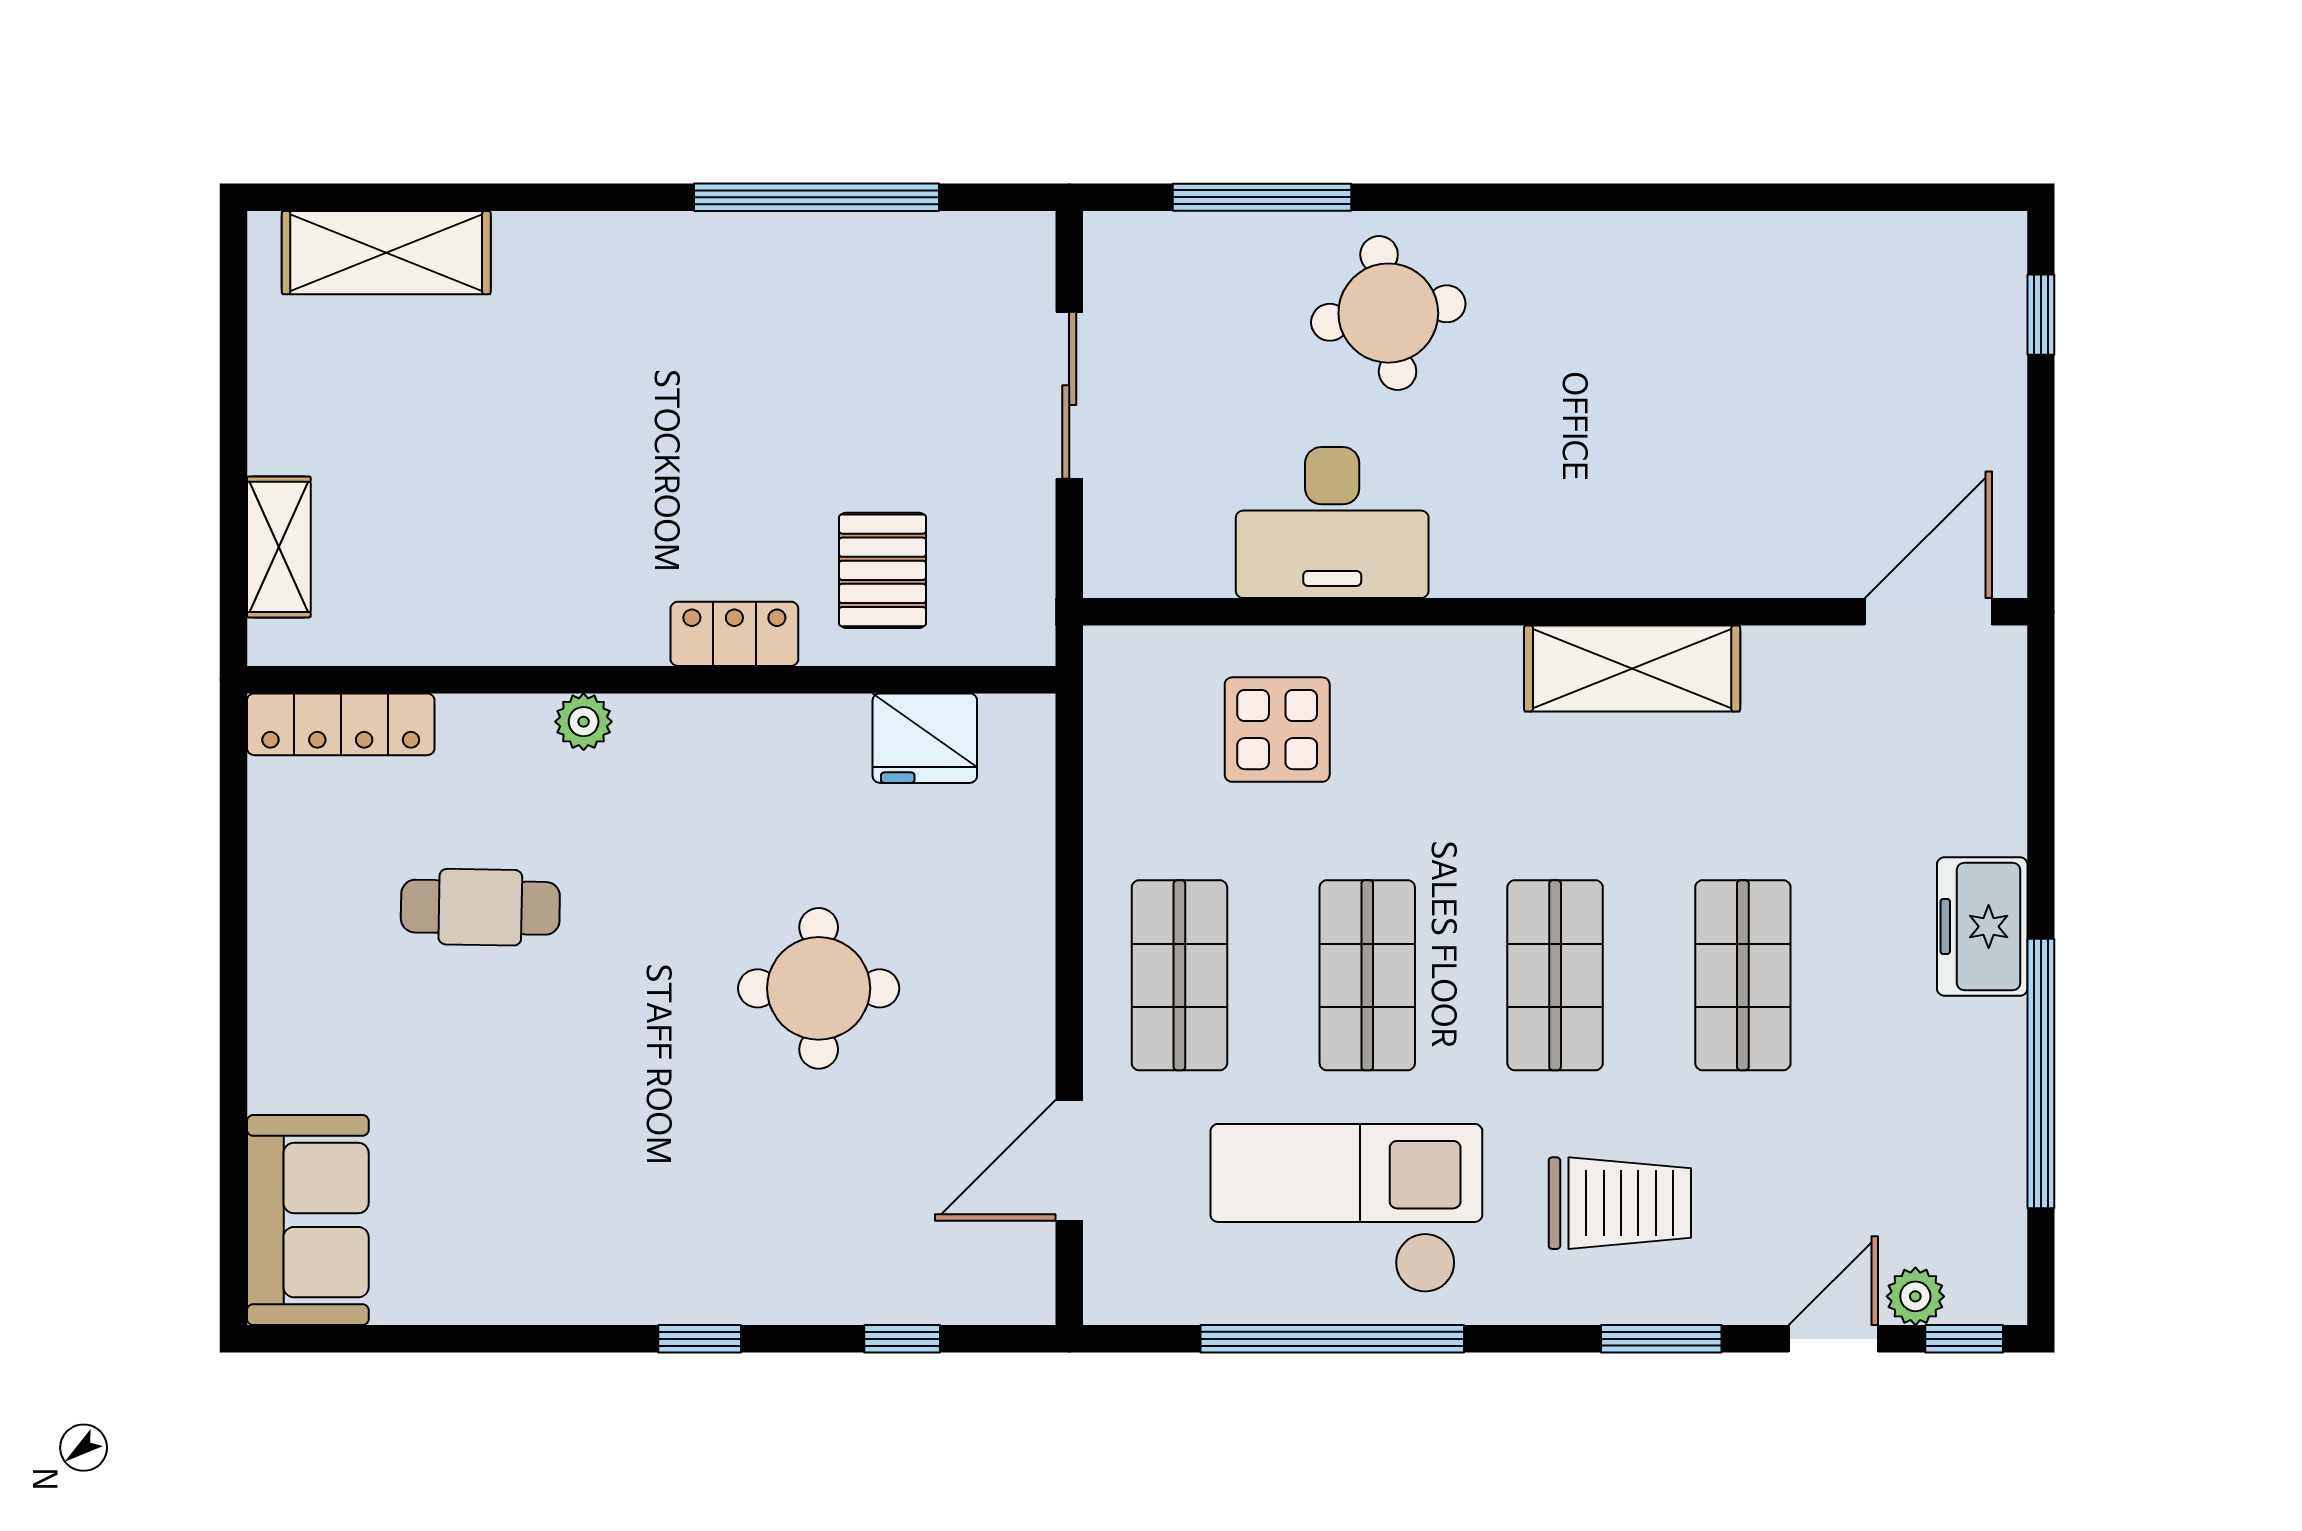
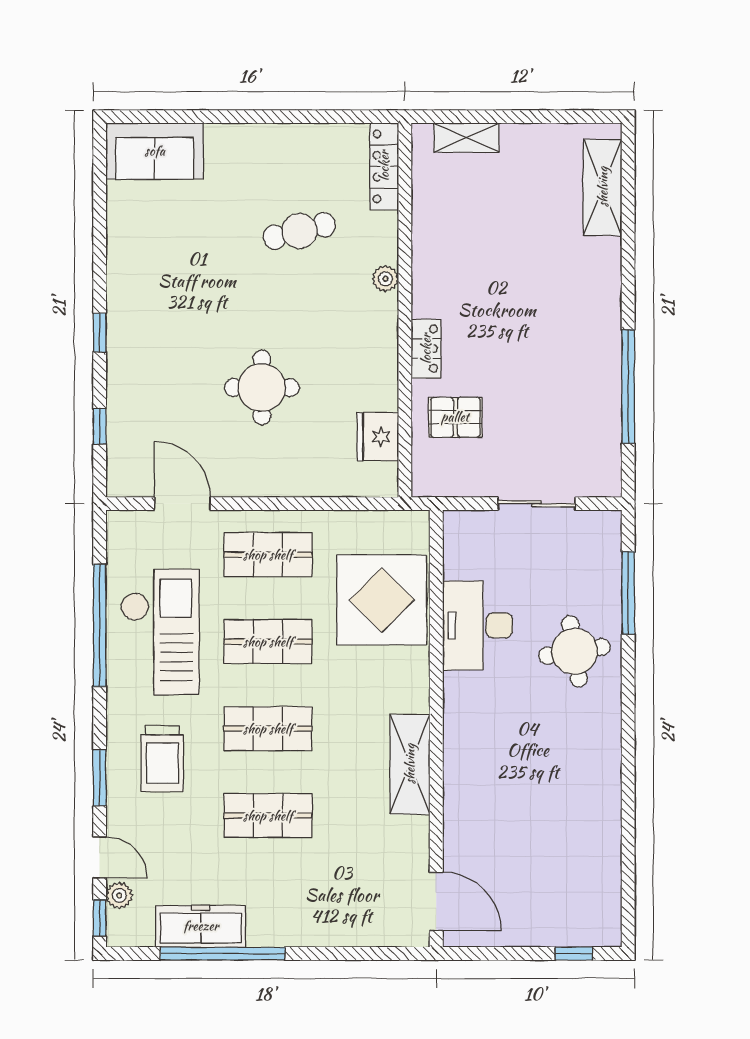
display table: (1277, 730) -> (382, 600), width x1.86, depth x1.86
cafe table: (480, 907) -> (299, 231), turned 75
freezer: (1982, 927) -> (201, 926), moved, width x1.40

